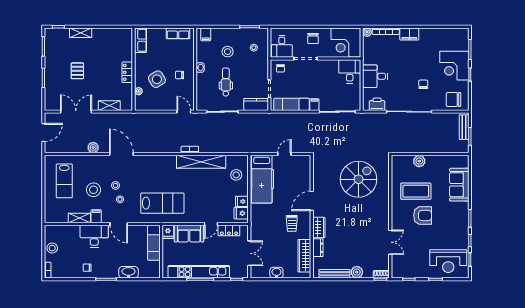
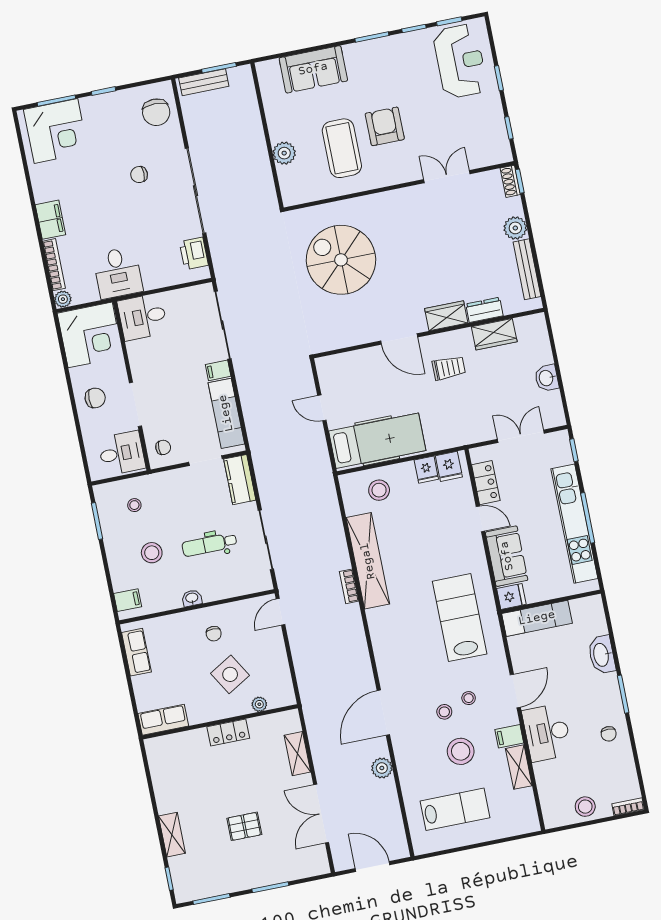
corner desk: (454, 66) -> (56, 131), moved
desk: (375, 76) -> (118, 273), moved
wardrobe: (304, 256) -> (494, 334), width x0.67

